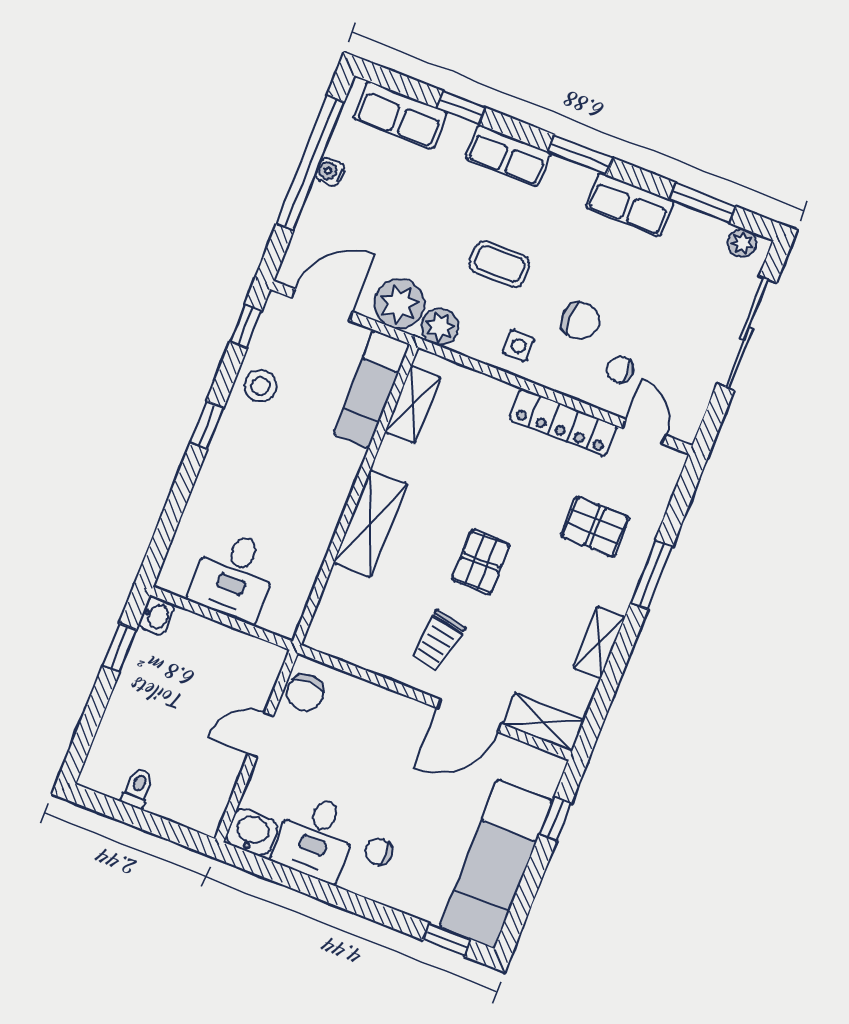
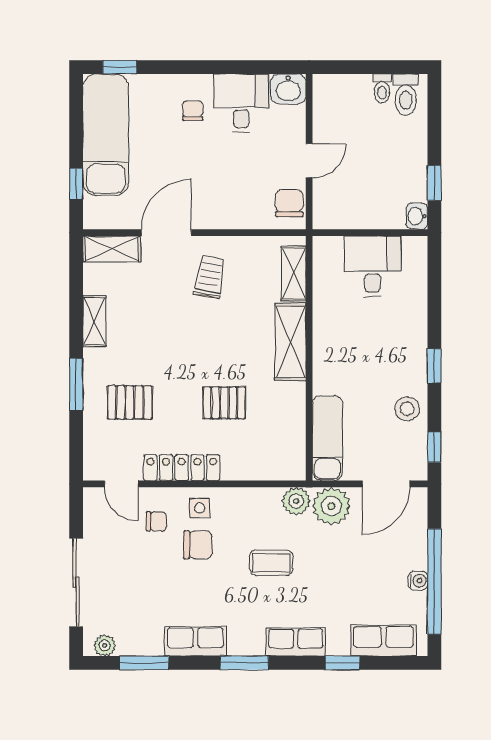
chair: (580, 321) -> (198, 545), turned 180
side table: (518, 346) -> (200, 508), moved
shelving: (413, 404) -> (294, 274), moved
pallet: (481, 562) -> (224, 403), moved, turned 90
toilet: (112, 769) -> (406, 95), added
chair: (379, 852) -> (193, 111), turned -90

